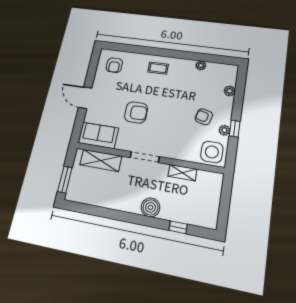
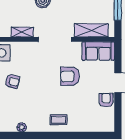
armchair: (114, 65) -> (106, 100), moved
doorway: (145, 157) -> (55, 39), width x1.36

